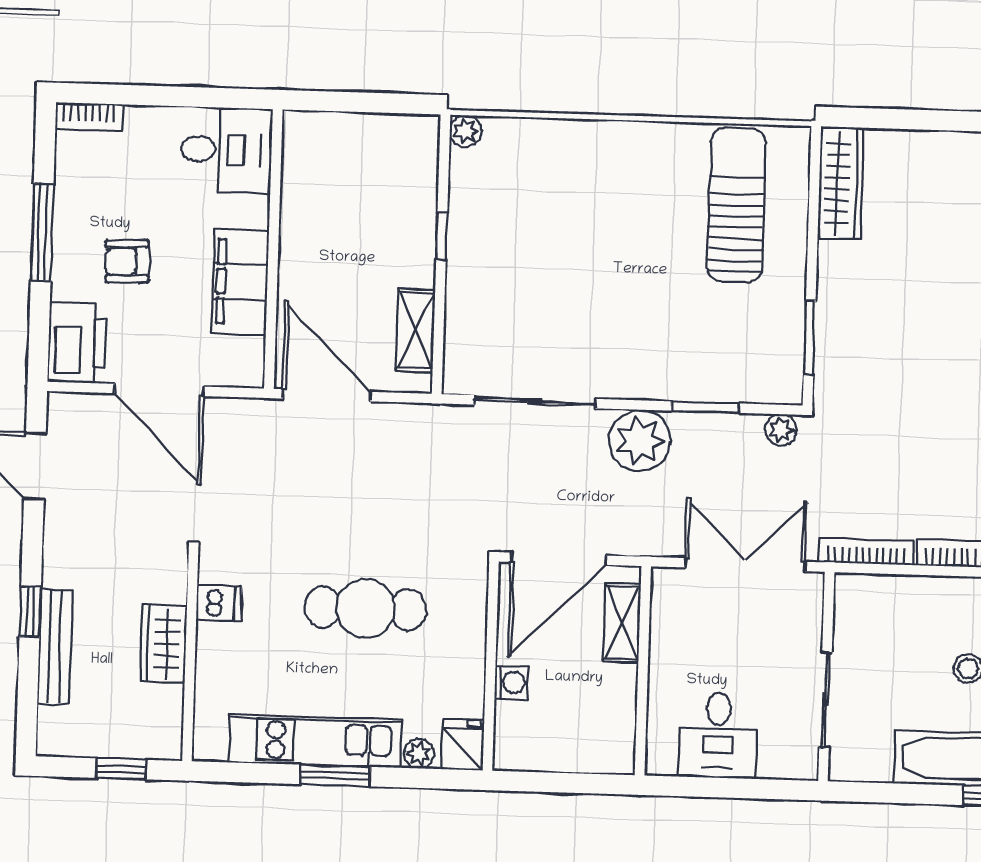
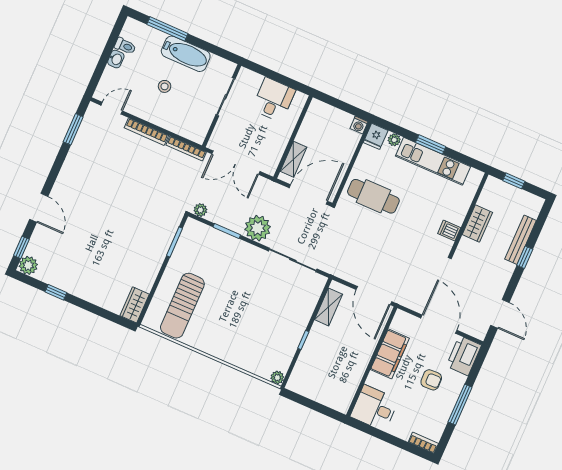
wardrobe: (841, 183) -> (135, 305), width x0.67
cafe table: (365, 608) -> (373, 196), moved
washing machine: (511, 683) -> (359, 125), moved, turned -90

